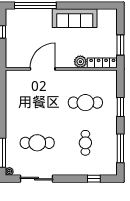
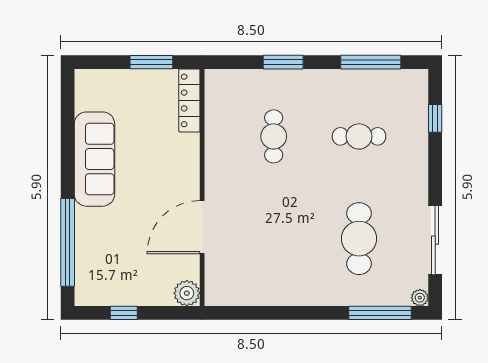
plant: (80, 62) -> (187, 293), moved
door: (43, 69) -> (202, 227), hinge flipped
cafe table: (85, 103) -> (274, 136), width x0.73, depth x0.74

